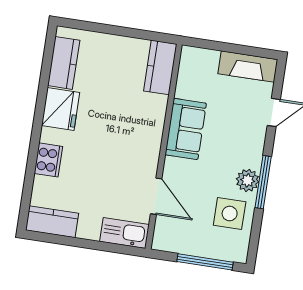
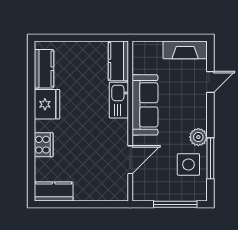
sofa: (186, 129) -> (145, 105), width x1.36
window: (263, 182) -> (210, 158), moved
door: (156, 196) -> (130, 160), hinge flipped
kitchen sink: (124, 233) -> (119, 100), moved, turned -90

